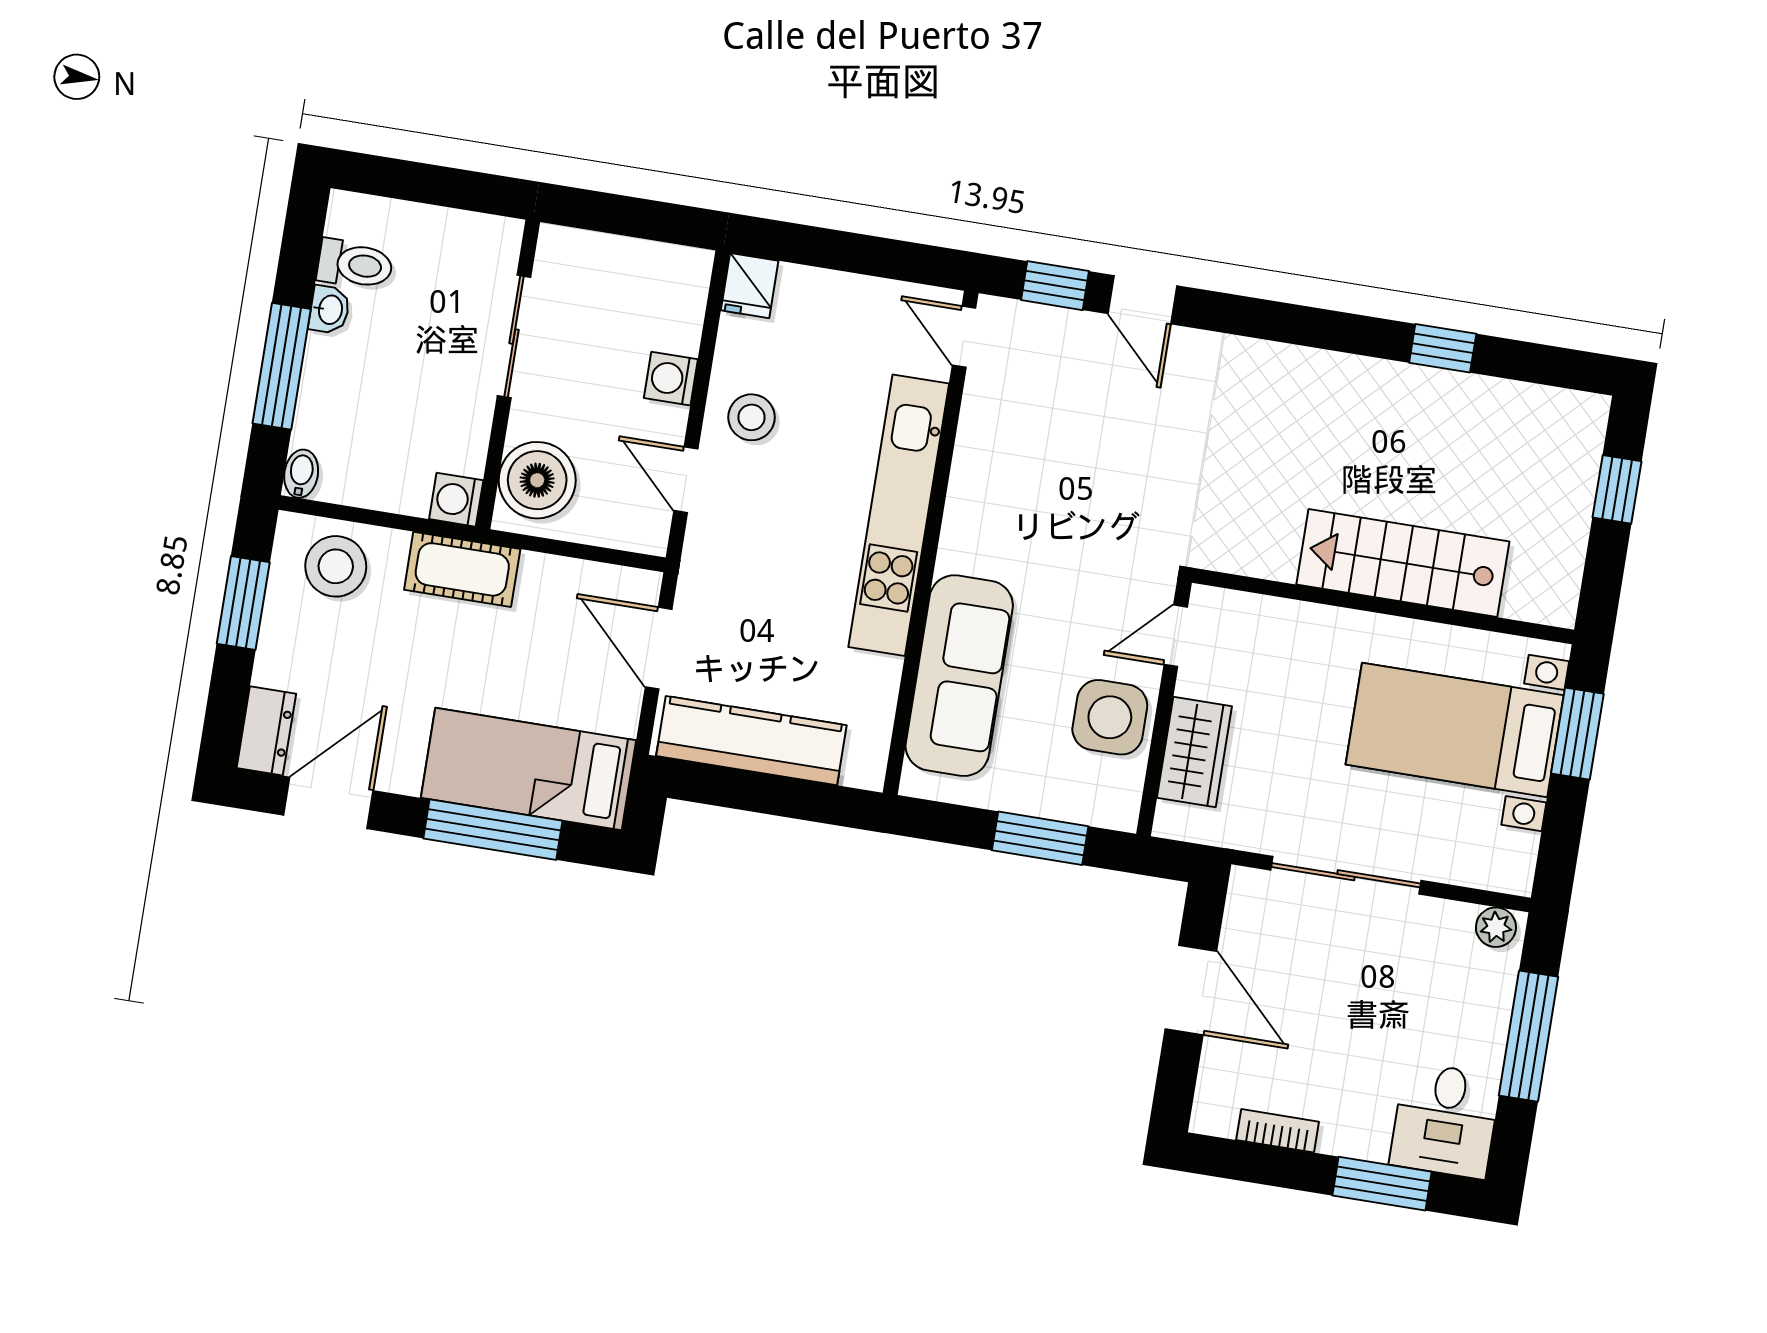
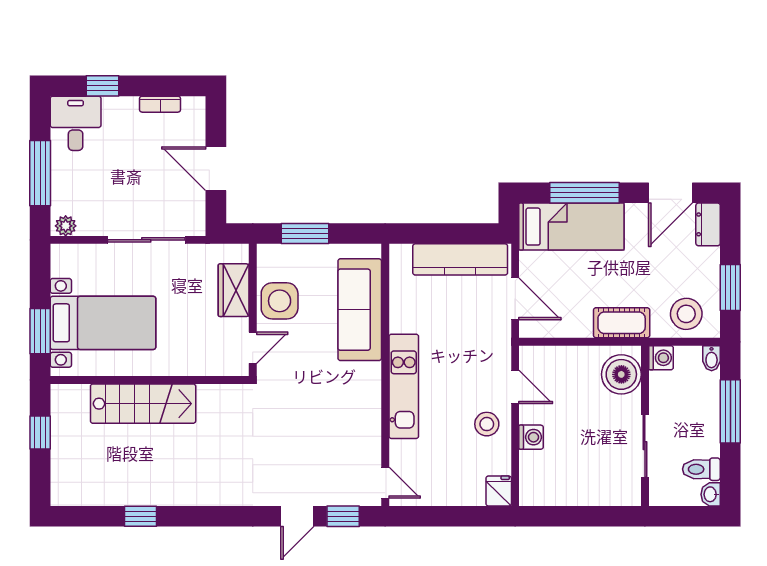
door: (1142, 300) -> (297, 516), swing flipped
washbasin: (329, 310) -> (711, 494), moved
sliding door: (514, 337) -> (645, 446), moved
wall: (508, 374) -> (645, 426), moved
boiler: (537, 480) -> (621, 374), moved
window: (1617, 489) -> (40, 432), moved
washing machine: (456, 500) -> (661, 358), moved
kitchen unit: (899, 515) -> (404, 386), width x0.73
window: (1382, 1184) -> (102, 86), width x0.67

